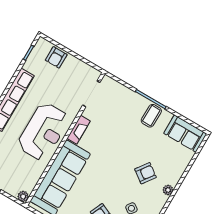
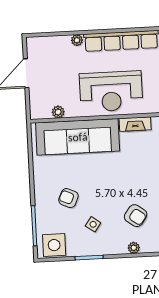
plant: (23, 196) -> (58, 112), moved

